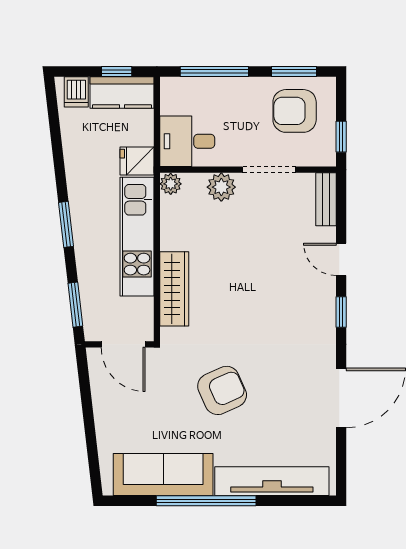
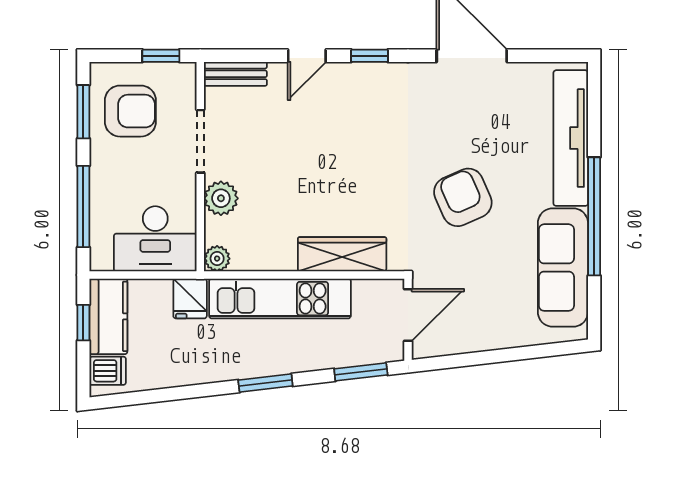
armchair: (295, 111) -> (130, 111), turned -90
desk: (187, 141) -> (155, 239), width x1.37

